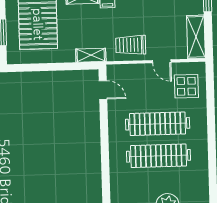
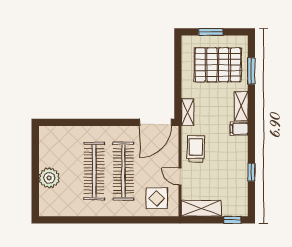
door: (162, 61) -> (180, 177), hinge flipped
door: (103, 90) -> (155, 122), width x1.88

